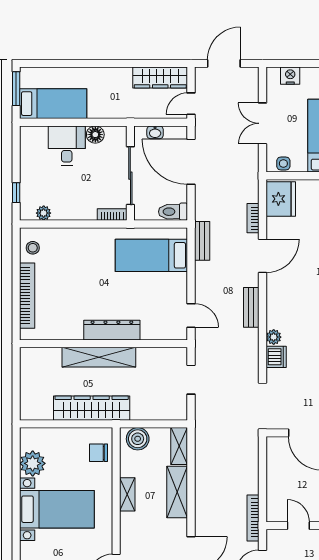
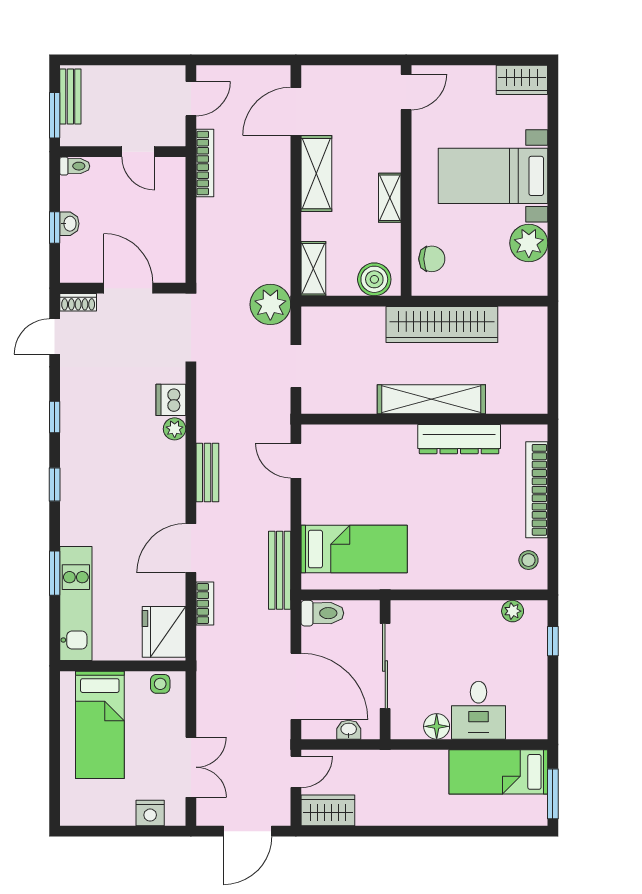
wardrobe: (160, 77) -> (328, 810), width x0.67
double door: (262, 123) -> (191, 767), moved
bookcase: (112, 215) -> (412, 609), removed
bench: (202, 241) -> (280, 570), width x1.36
dresser: (112, 330) -> (459, 439), moved
plant: (208, 422) -> (270, 304), added
shelving: (177, 492) -> (316, 174), moved

